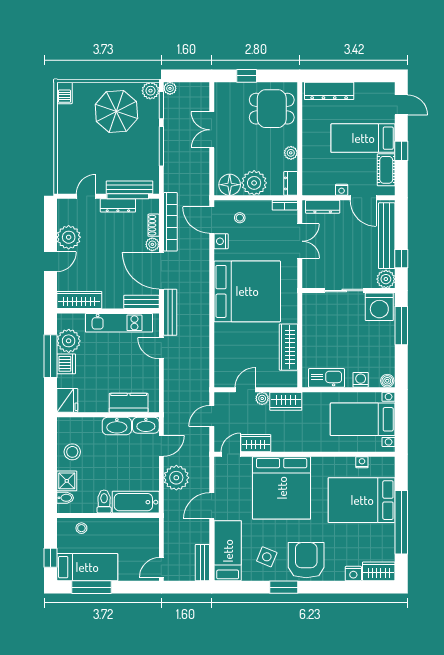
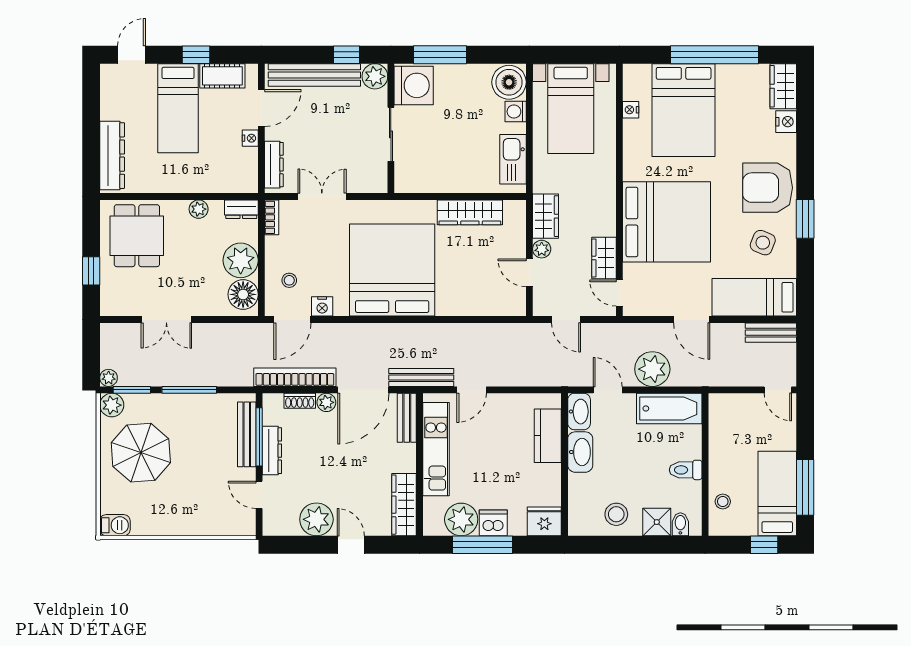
boiler: (387, 381) -> (509, 82), width x1.86, depth x1.86
bathtub: (136, 502) -> (669, 408), moved, turned -90

